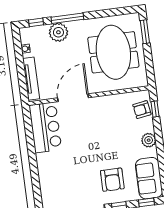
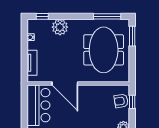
window: (67, 18) -> (107, 16), moved
tv unit: (31, 79) -> (32, 63), width x0.71
door: (73, 98) -> (65, 83), swing flipped

